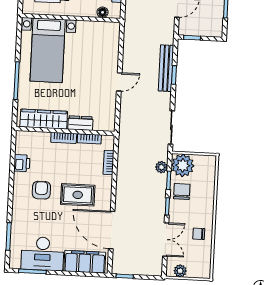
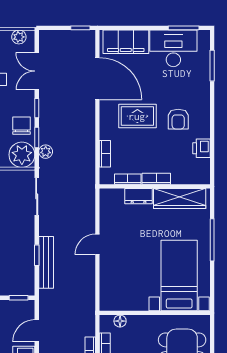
chair: (182, 191) -> (21, 126), turned 180

